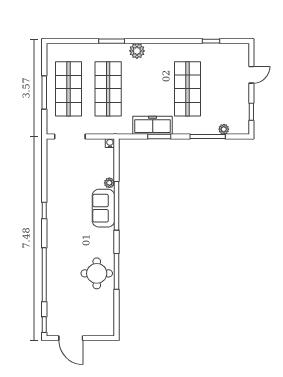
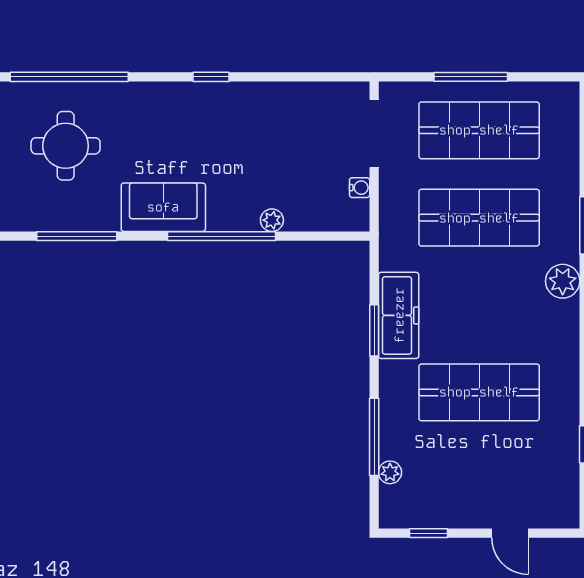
water cooler: (110, 143) -> (360, 188), moved
sofa: (103, 208) -> (163, 207), moved
round table: (97, 273) -> (66, 146), moved

